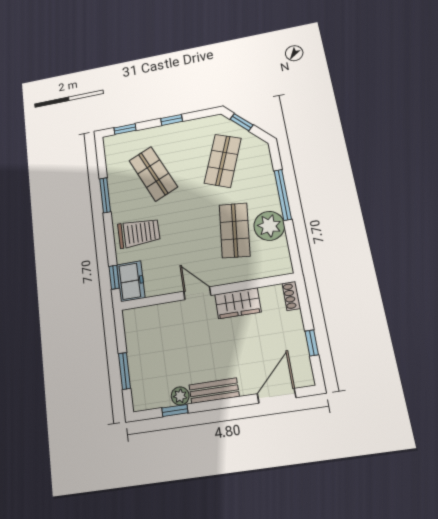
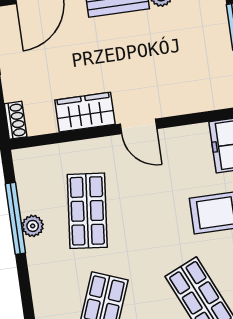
window: (283, 195) -> (15, 218), moved
plant: (269, 226) -> (33, 226), width x0.53, depth x0.53

